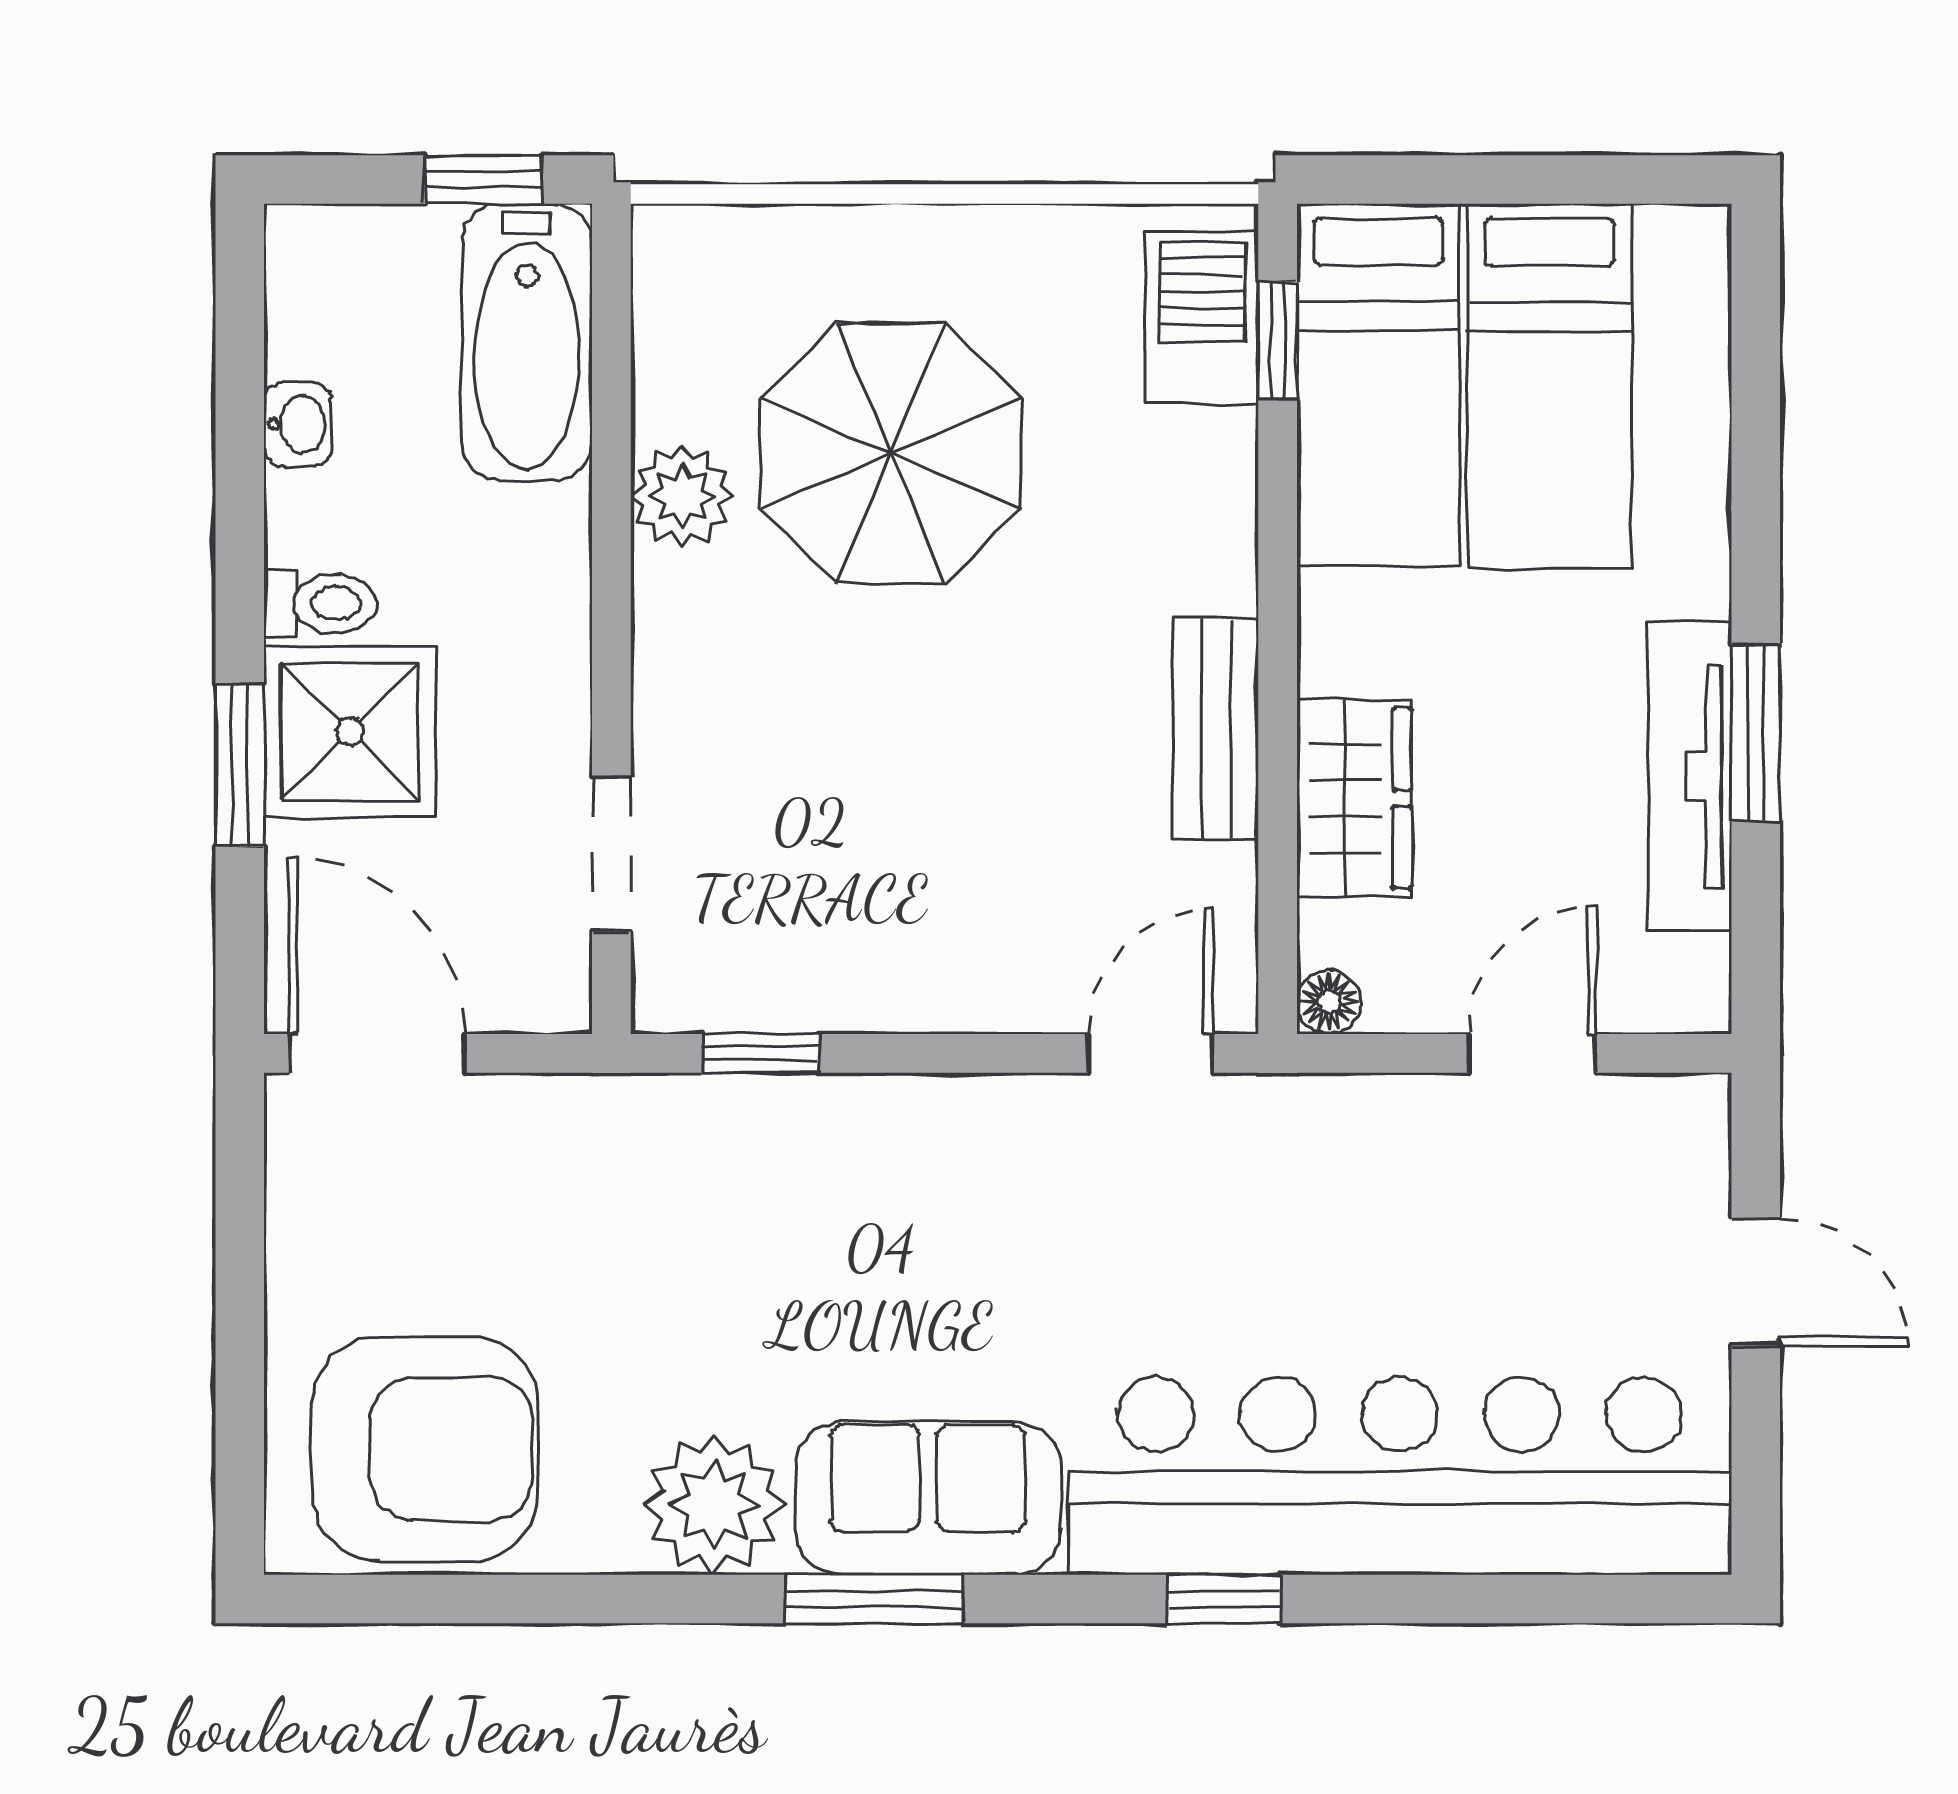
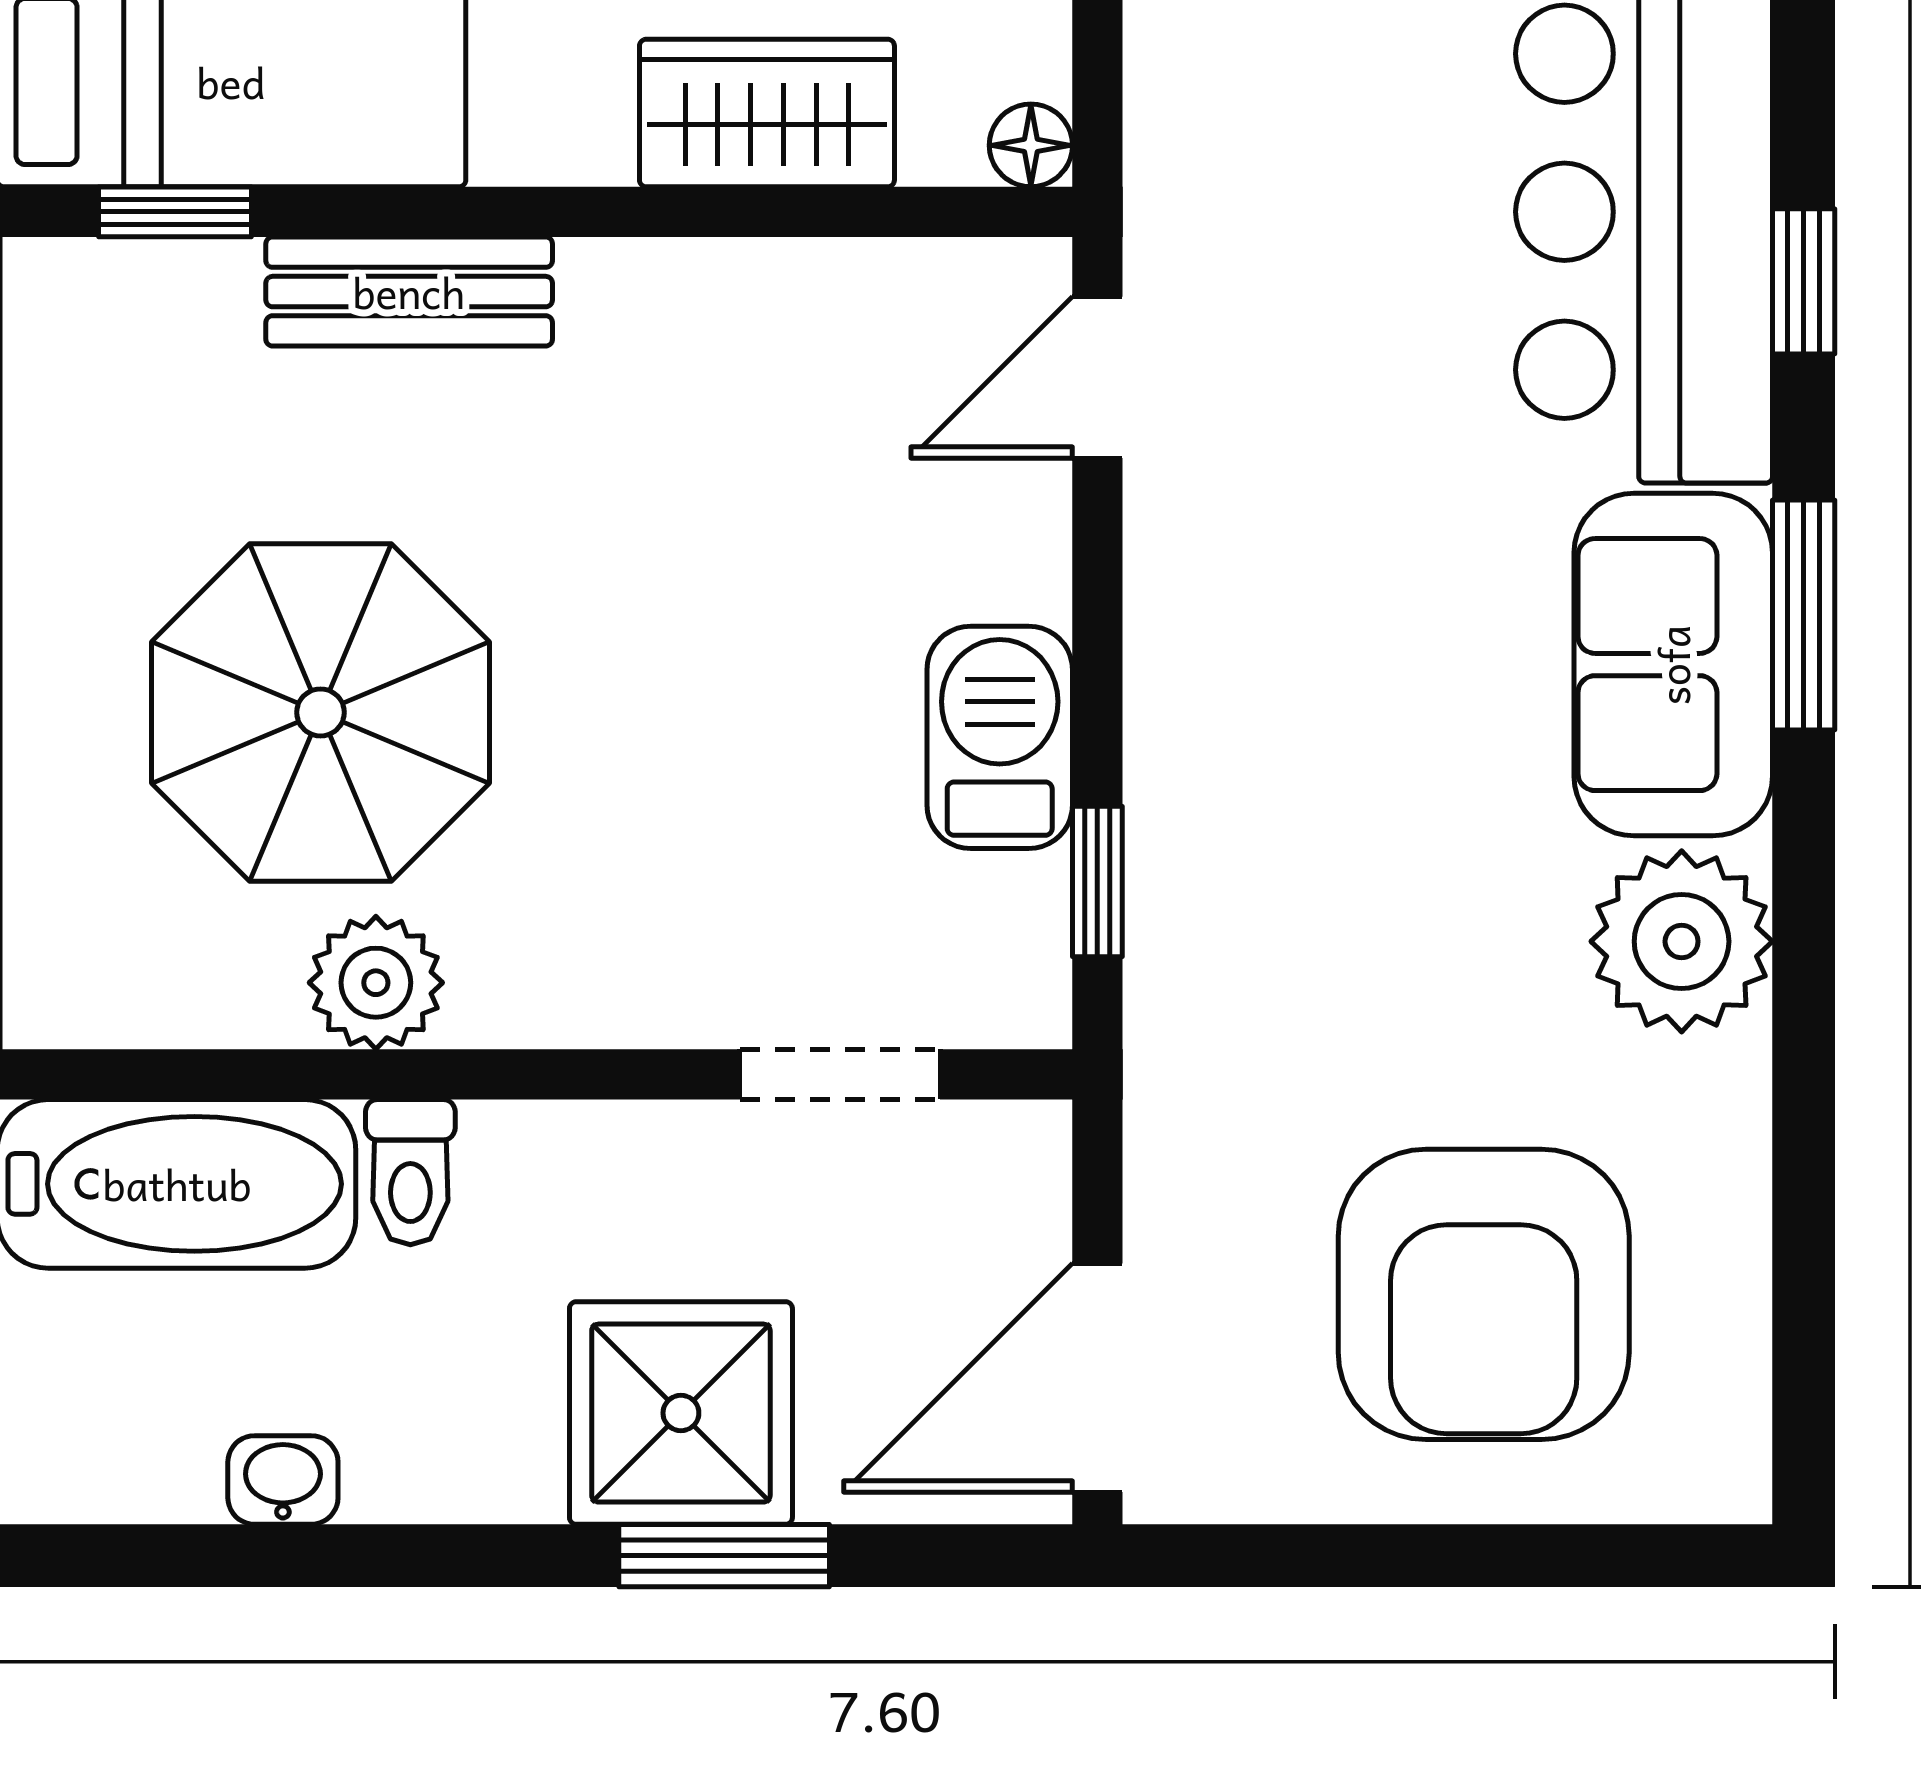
barbecue: (1202, 317) -> (1000, 737), moved, turned 90
toilet: (320, 603) -> (410, 1172), moved, turned 180
bench: (1216, 729) -> (409, 292), moved
door: (1150, 1053) -> (1097, 377), hinge flipped
armchair: (425, 1449) -> (1484, 1294), moved, turned 180
window: (874, 1599) -> (1804, 615), moved

